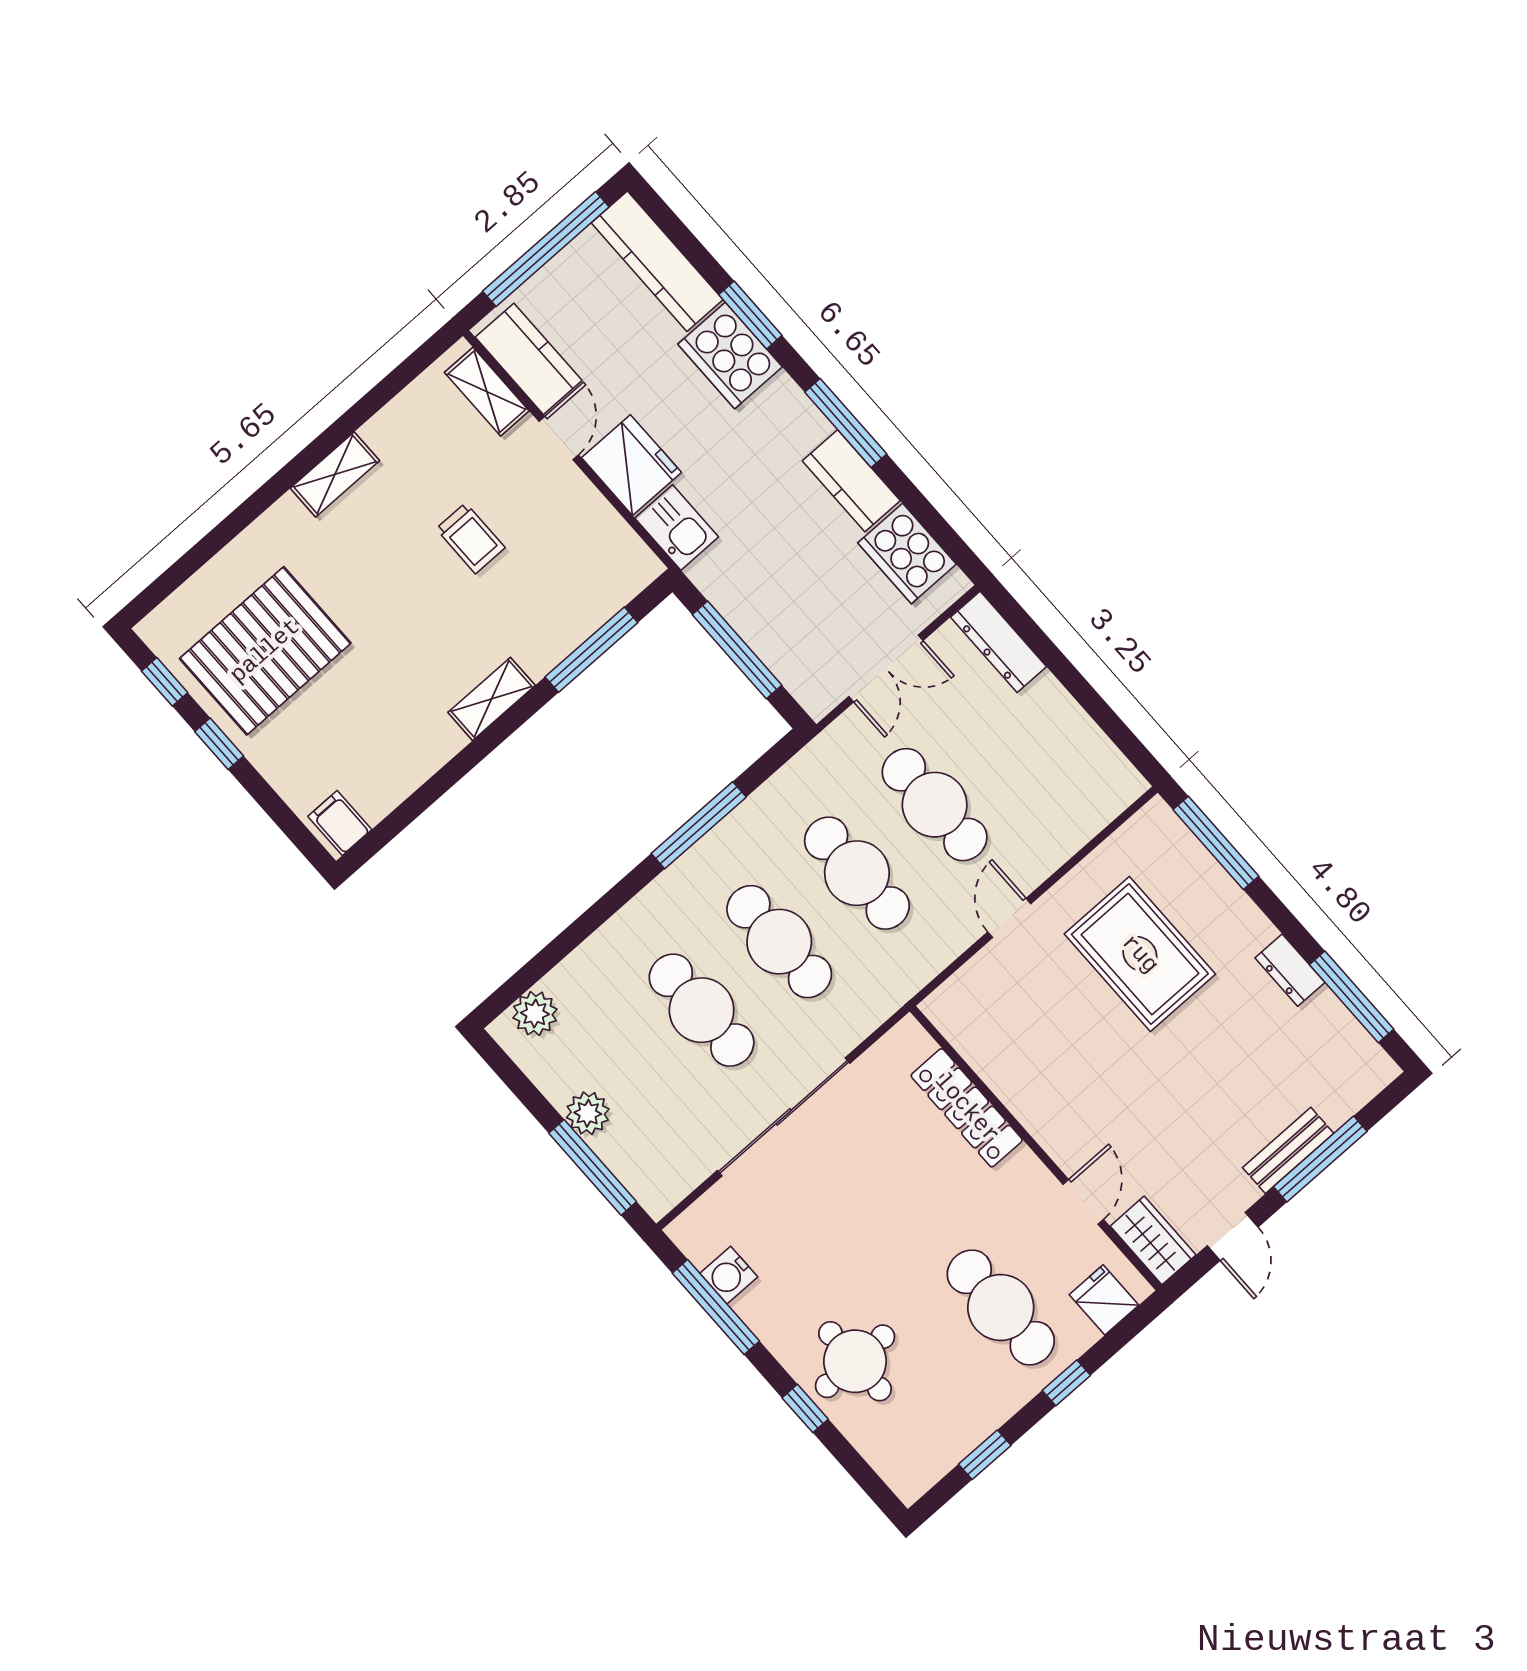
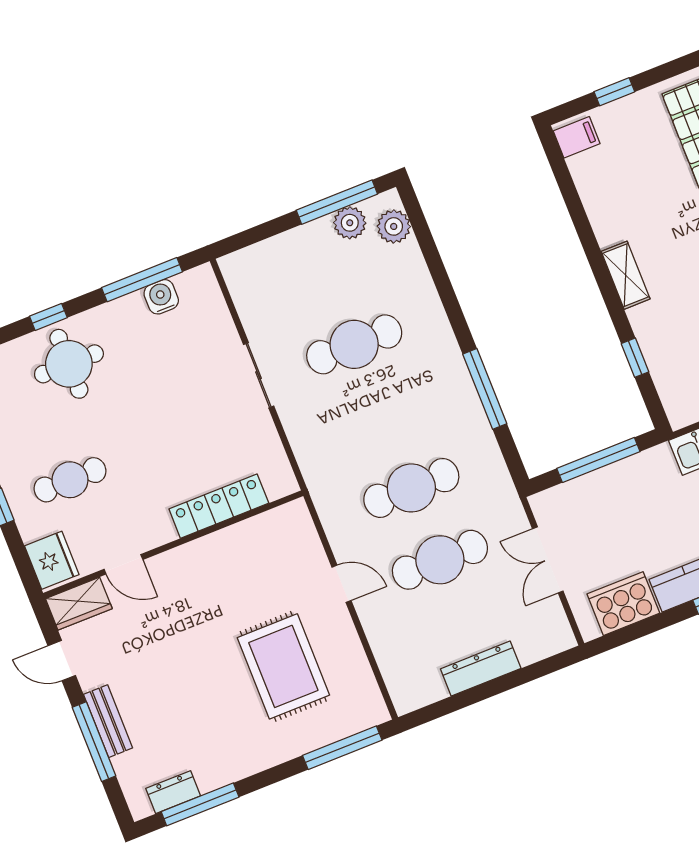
dresser: (999, 642) -> (481, 669), moved
window: (591, 650) -> (635, 358), width x0.46
window: (219, 744) -> (614, 92), moved
cafe table: (779, 942) -> (383, 416), removed
rug: (1140, 954) -> (283, 666), turned 90
dresser: (1290, 970) -> (173, 792), moved
plant: (588, 1113) -> (350, 223), moved
sliding door: (784, 1117) -> (259, 375), width x0.54
window: (593, 1167) -> (337, 202), moved
fridge: (1104, 1300) -> (52, 560), width x1.38
cafe table: (1001, 1307) -> (70, 480), width x0.73, depth x0.74

